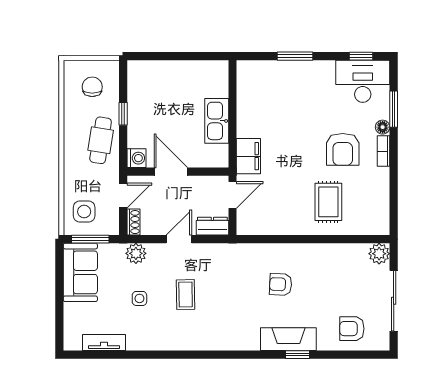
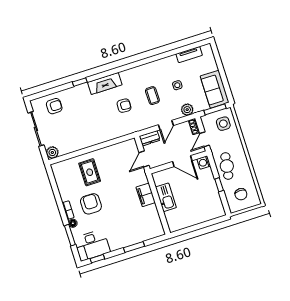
filing cabinet: (248, 156) -> (146, 195), moved
armchair: (281, 284) -> (124, 106), moved
fireplace: (288, 339) -> (105, 84), moved

